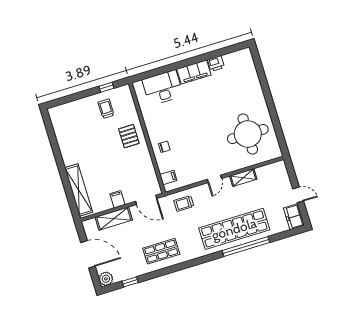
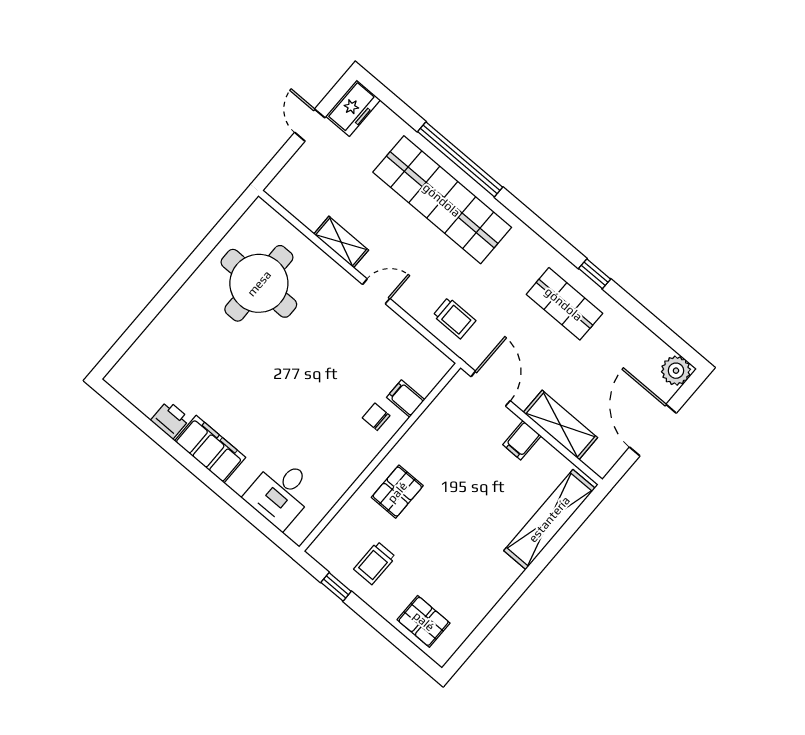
desk: (163, 88) -> (281, 493), width x0.73
pallet: (70, 113) -> (424, 621), added
filing cabinet: (168, 177) -> (406, 398), moved
window: (130, 282) -> (595, 274), moved

